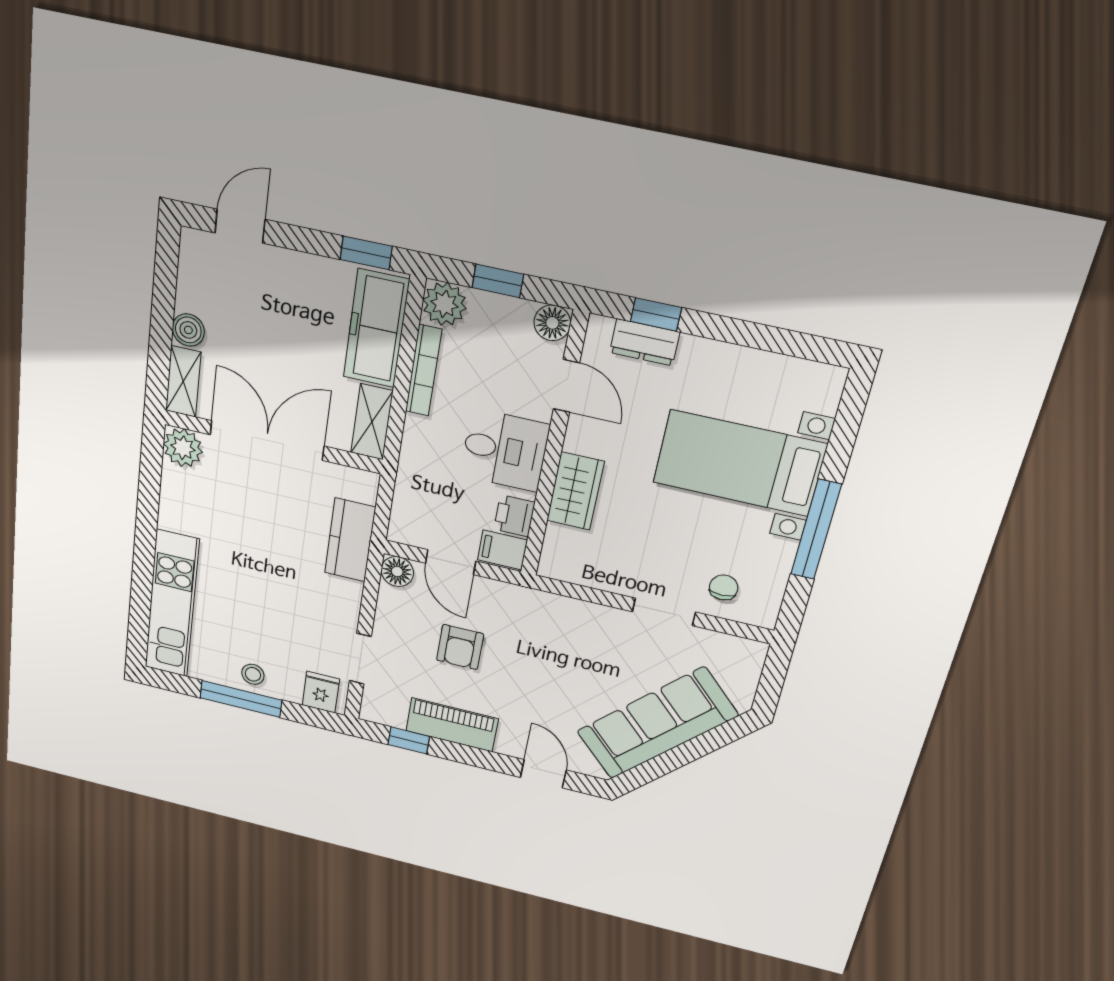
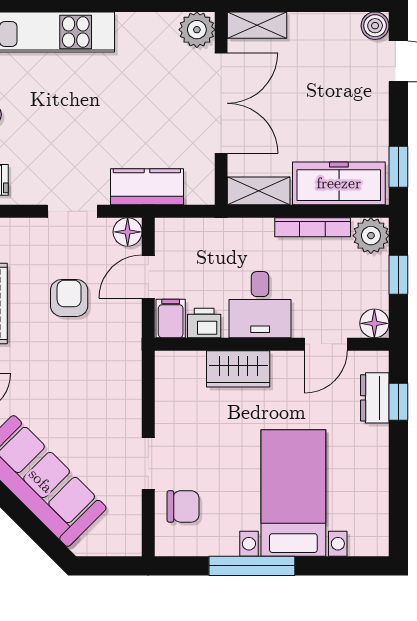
boiler: (188, 330) -> (375, 26), moved
chair: (724, 587) -> (183, 506), width x1.37, depth x1.37
armchair: (460, 647) -> (69, 298), turned 90
doorway: (360, 659) -> (72, 211), moved

